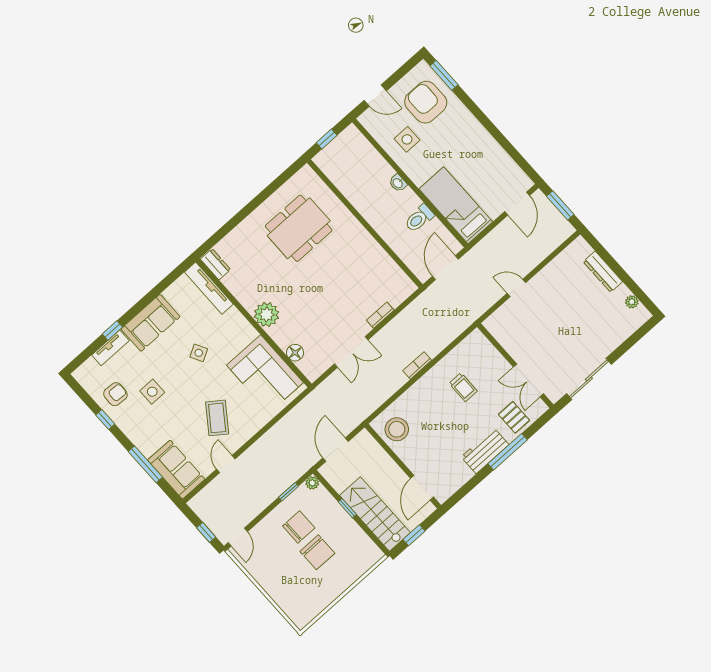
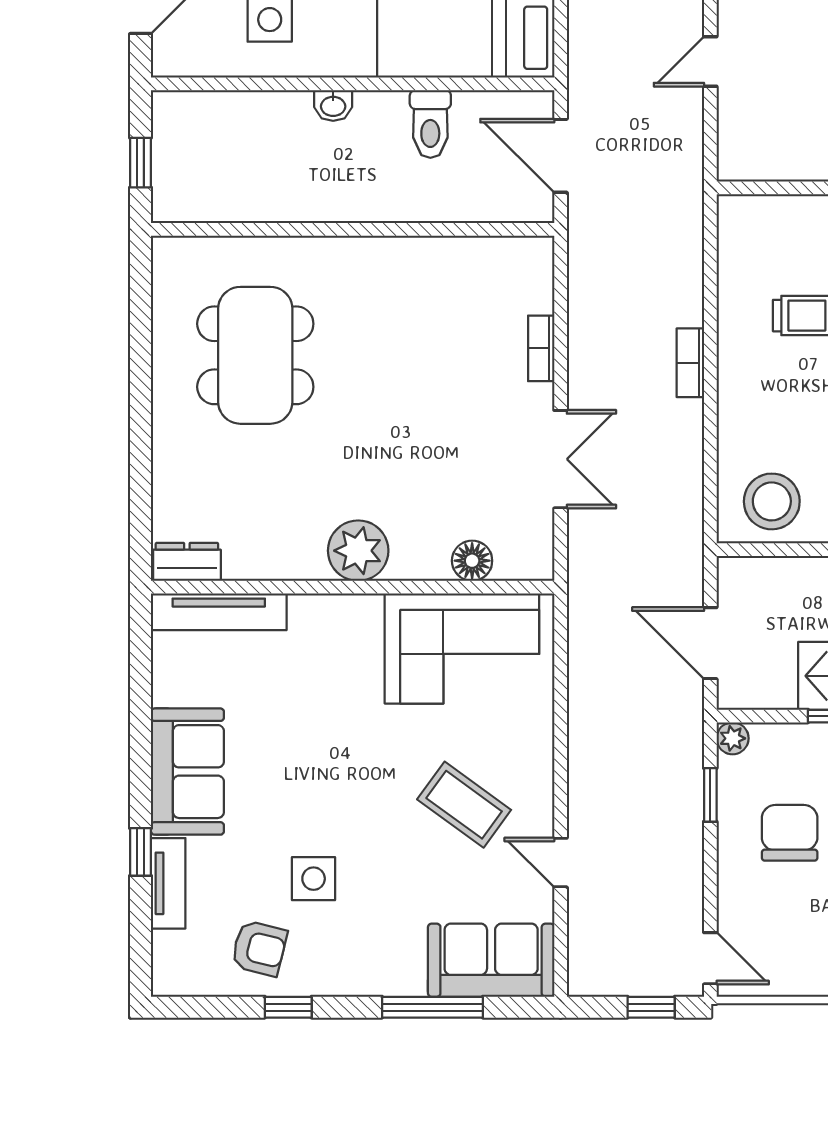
side table: (199, 353) -> (318, 733), removed
armchair: (115, 394) -> (259, 948), turned 101

